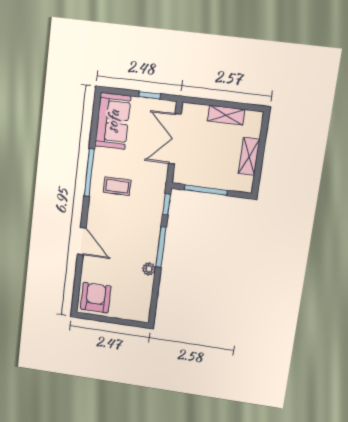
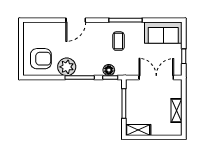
shelving: (249, 156) -> (138, 130), moved
floor lamp: (156, 205) -> (109, 70), added
plant: (149, 269) -> (67, 67), width x1.88, depth x1.88
armchair: (96, 298) -> (41, 59), moved

